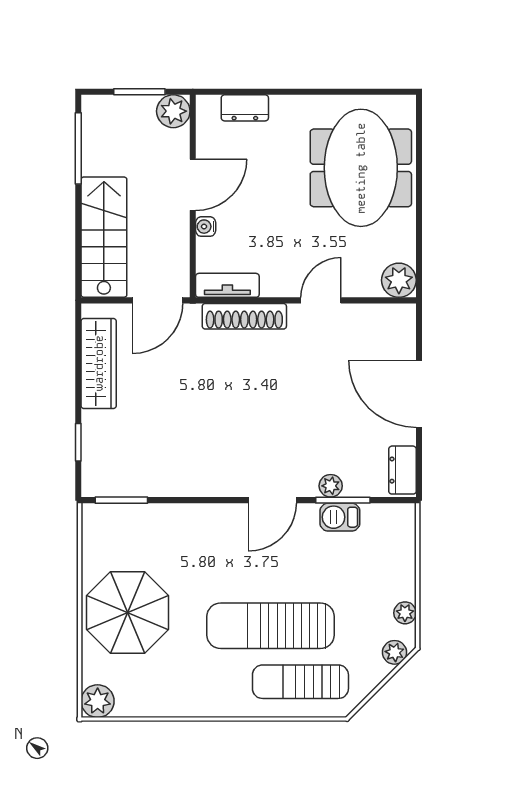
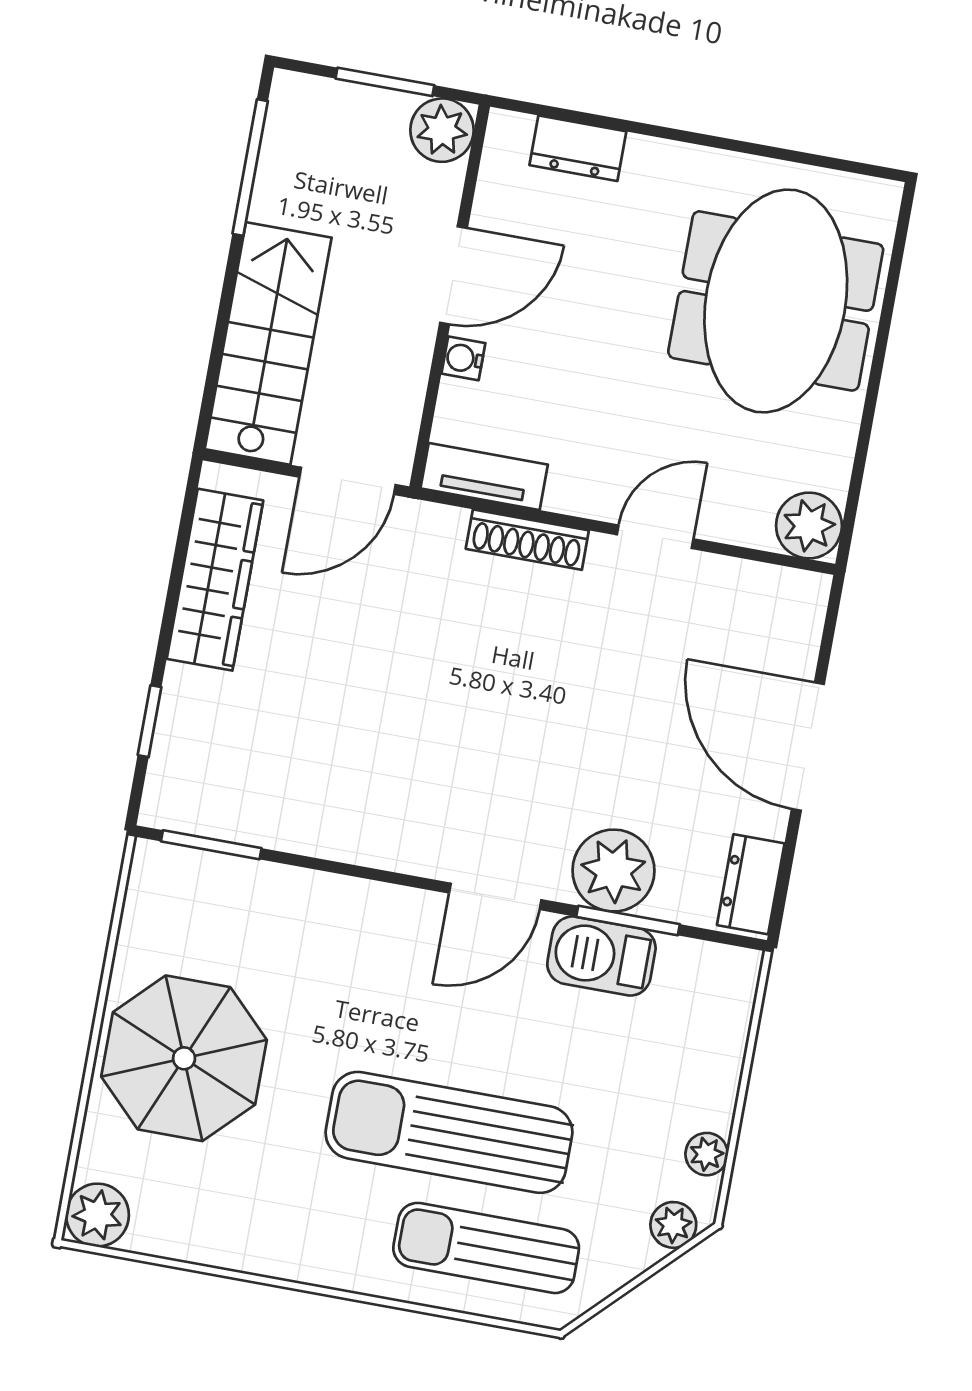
shoe rack: (244, 316) -> (527, 540), width x0.74, depth x0.81
plant: (331, 486) -> (614, 871), width x1.88, depth x1.88
barbecue: (340, 517) -> (601, 956), width x1.38, depth x1.27

